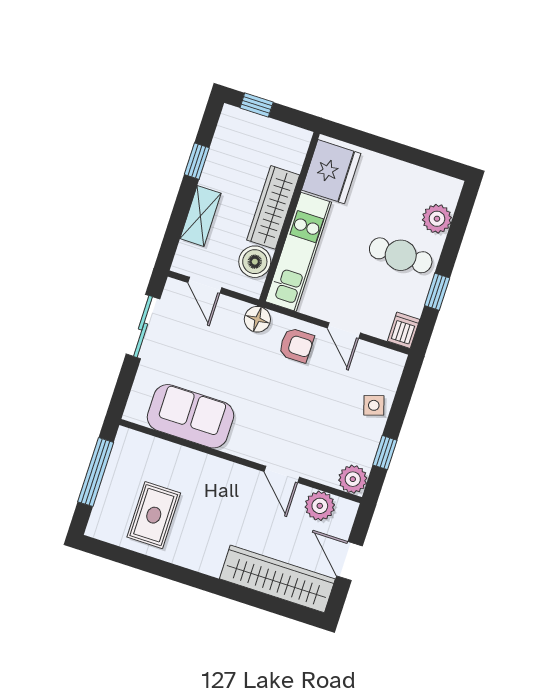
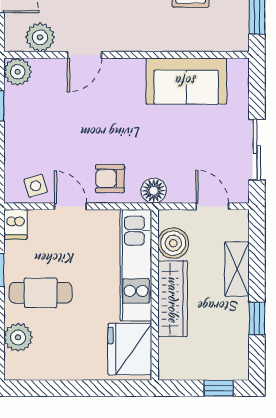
side table: (374, 405) -> (36, 186), moved
door: (282, 474) -> (85, 55), swing flipped

